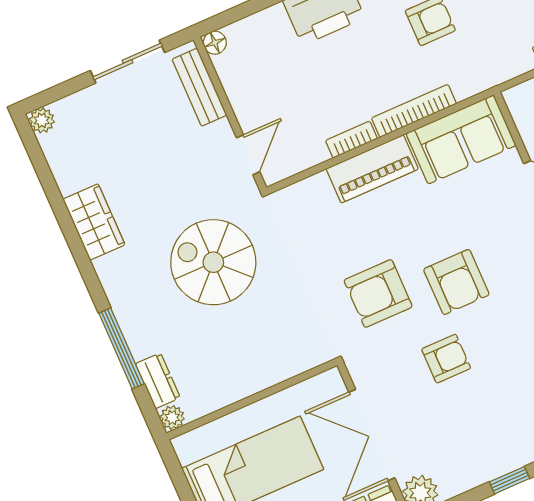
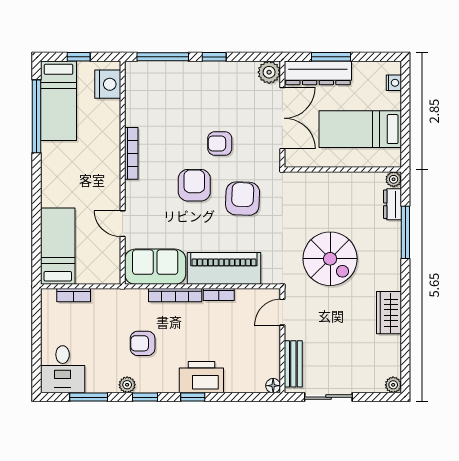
piano: (372, 169) -> (224, 268), width x1.37, depth x1.33
armchair: (378, 293) -> (243, 199), turned -88

